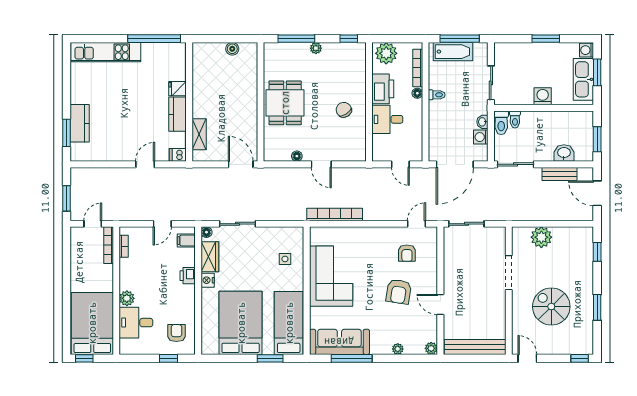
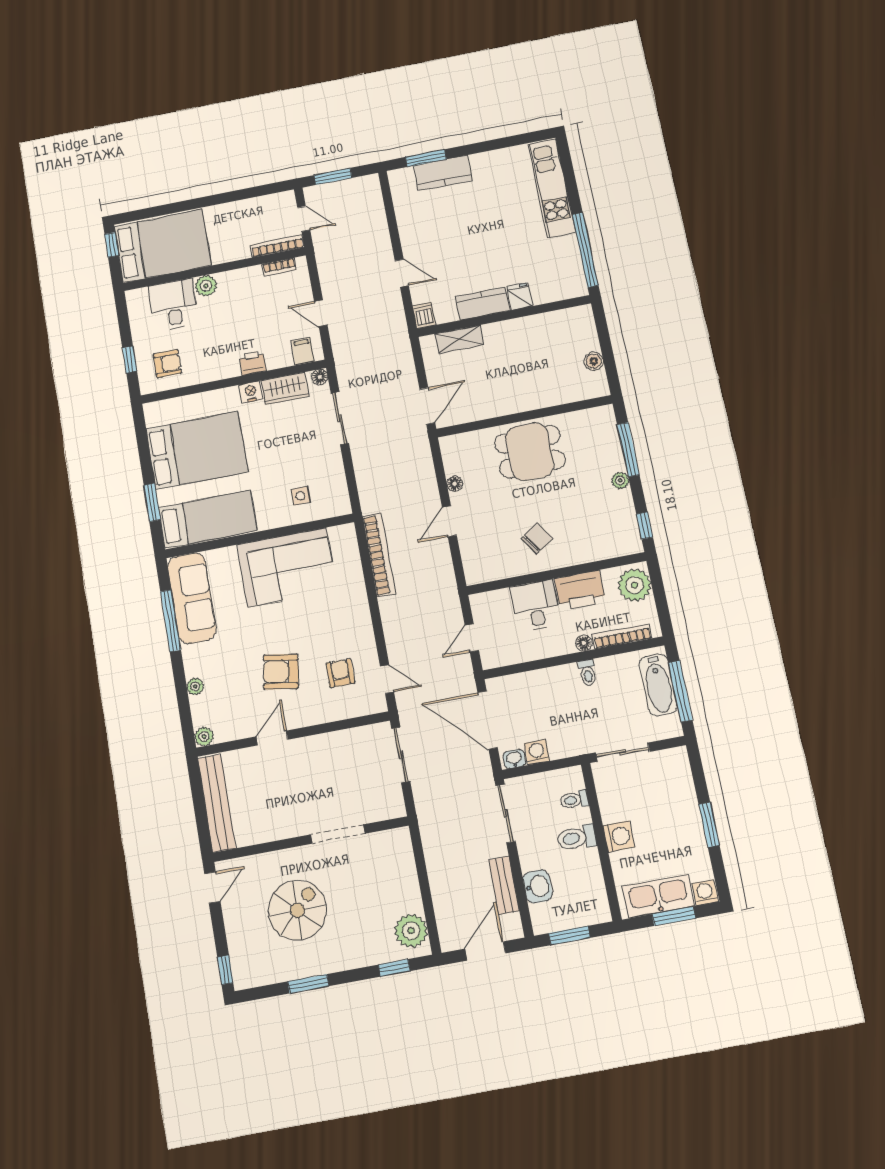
washbasin: (482, 122) -> (514, 759), moved
toilet: (501, 123) -> (577, 838), moved
plant: (541, 237) -> (411, 931), moved
armchair: (407, 253) -> (340, 673), turned 90

